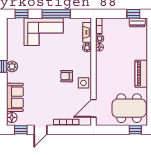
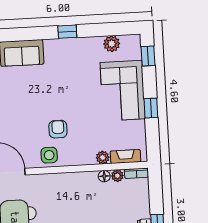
window: (56, 14) -> (151, 108), width x0.46
plant: (12, 66) -> (112, 44), moved

